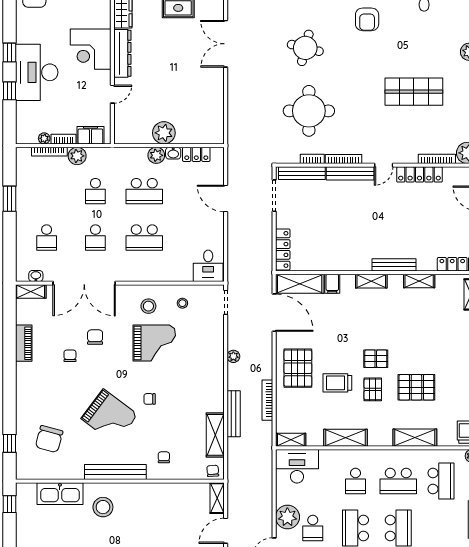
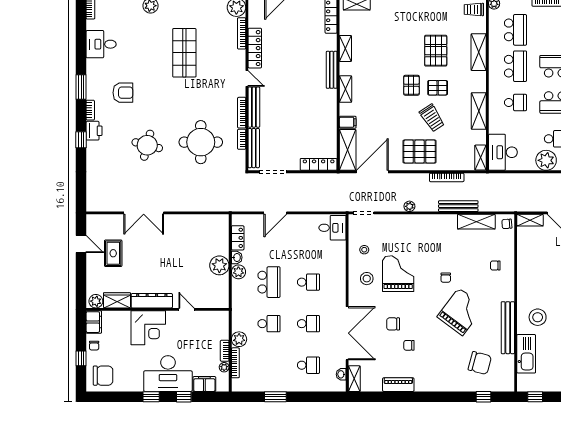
filing cabinet: (90, 135) -> (204, 384), moved, turned 90
school desk: (144, 238) -> (308, 282), width x0.54
trolley: (337, 383) -> (432, 118), turned -33
bench: (115, 472) -> (508, 328), moved
school desk: (441, 481) -> (515, 30), turned 90

